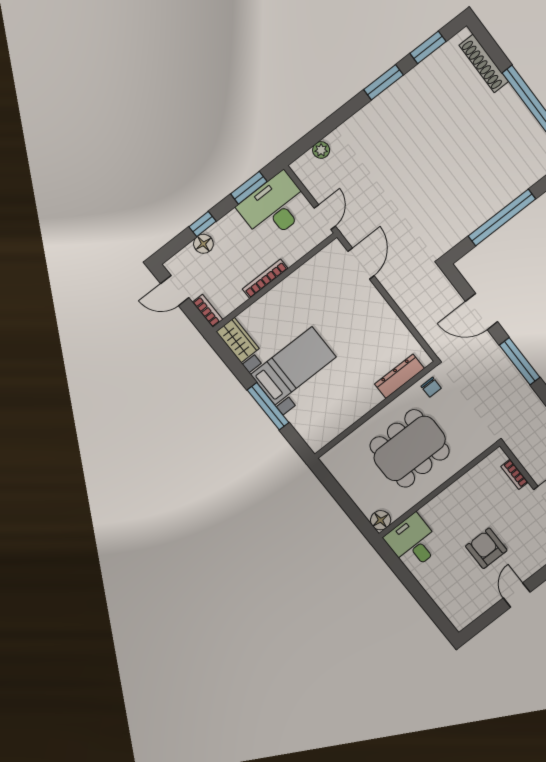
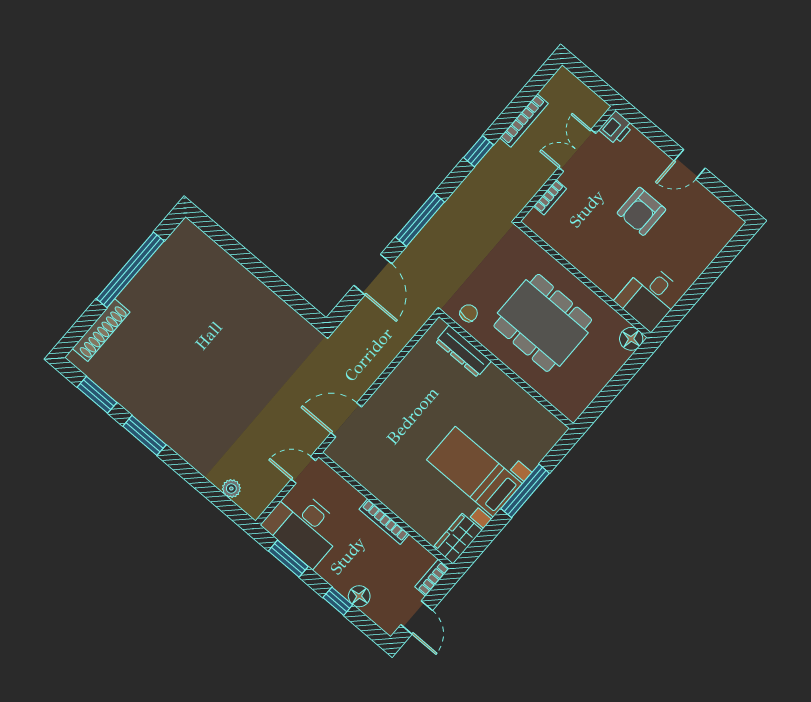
window: (502, 218) -> (264, 274), removed

